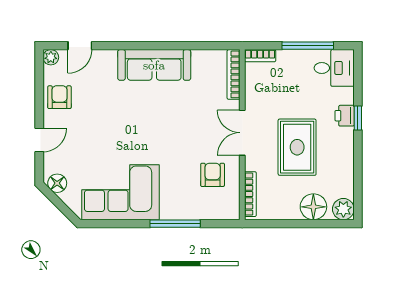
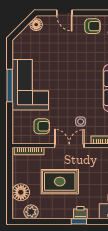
side table: (205, 115) -> (81, 122), added
corner sofa: (121, 192) -> (30, 85), moved
plant: (343, 209) -> (31, 212), moved
window: (175, 224) -> (10, 85), moved

